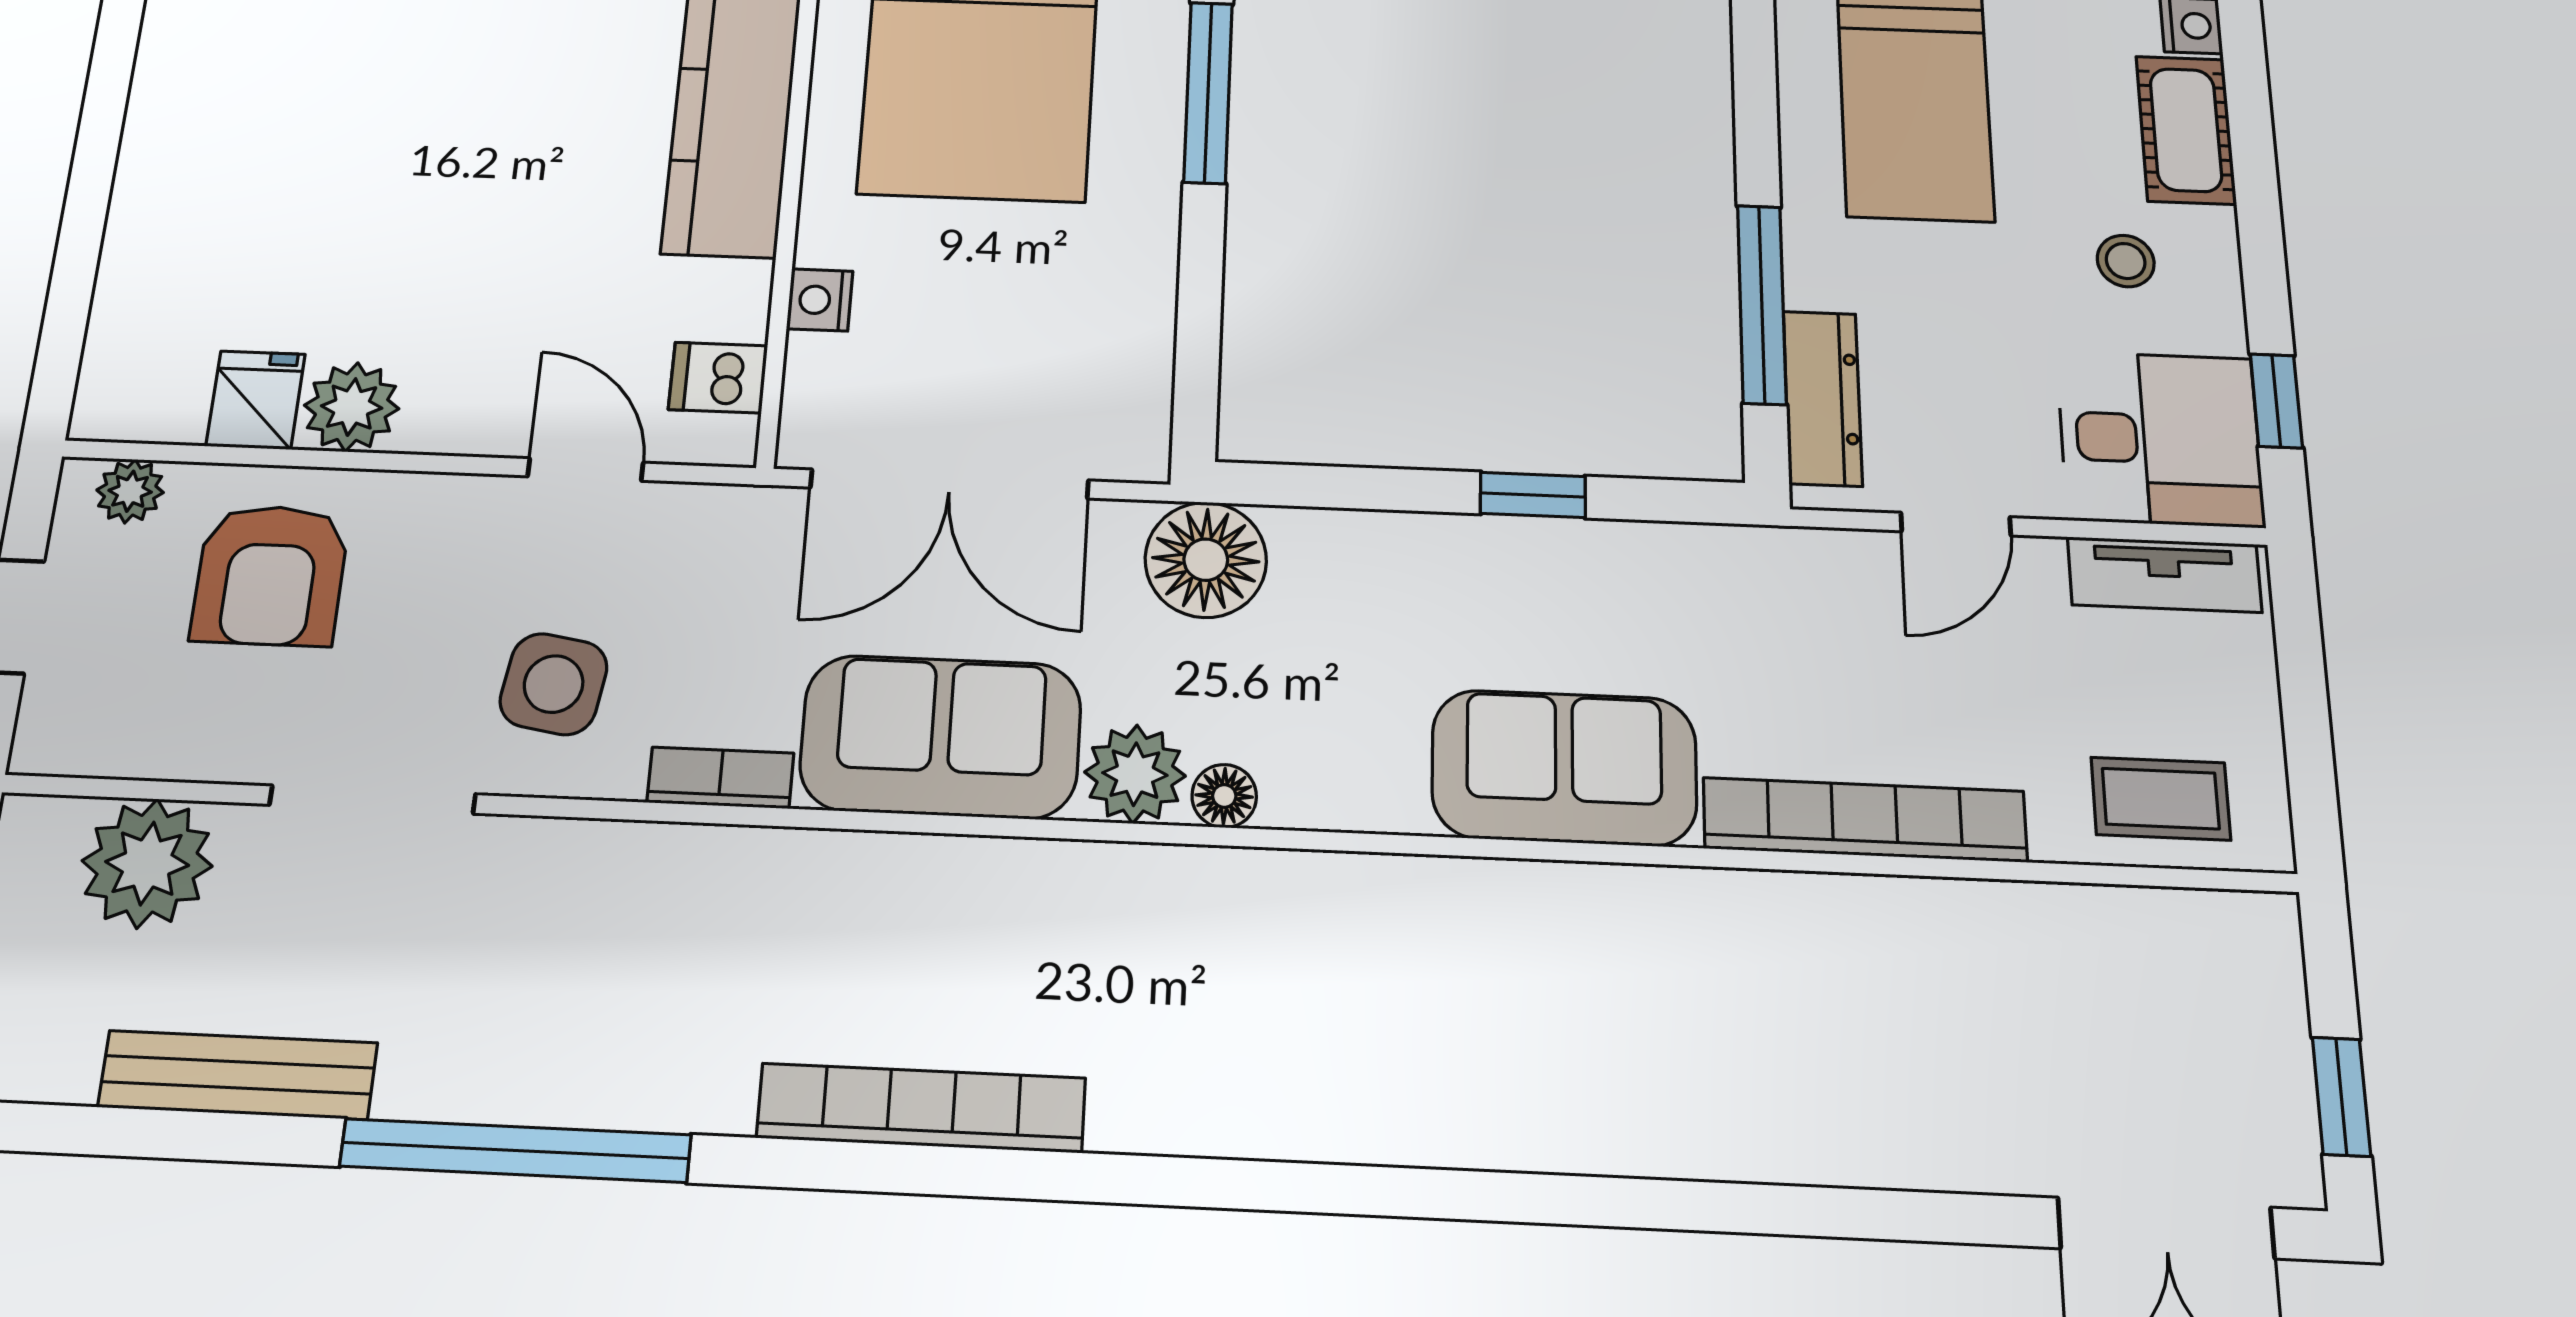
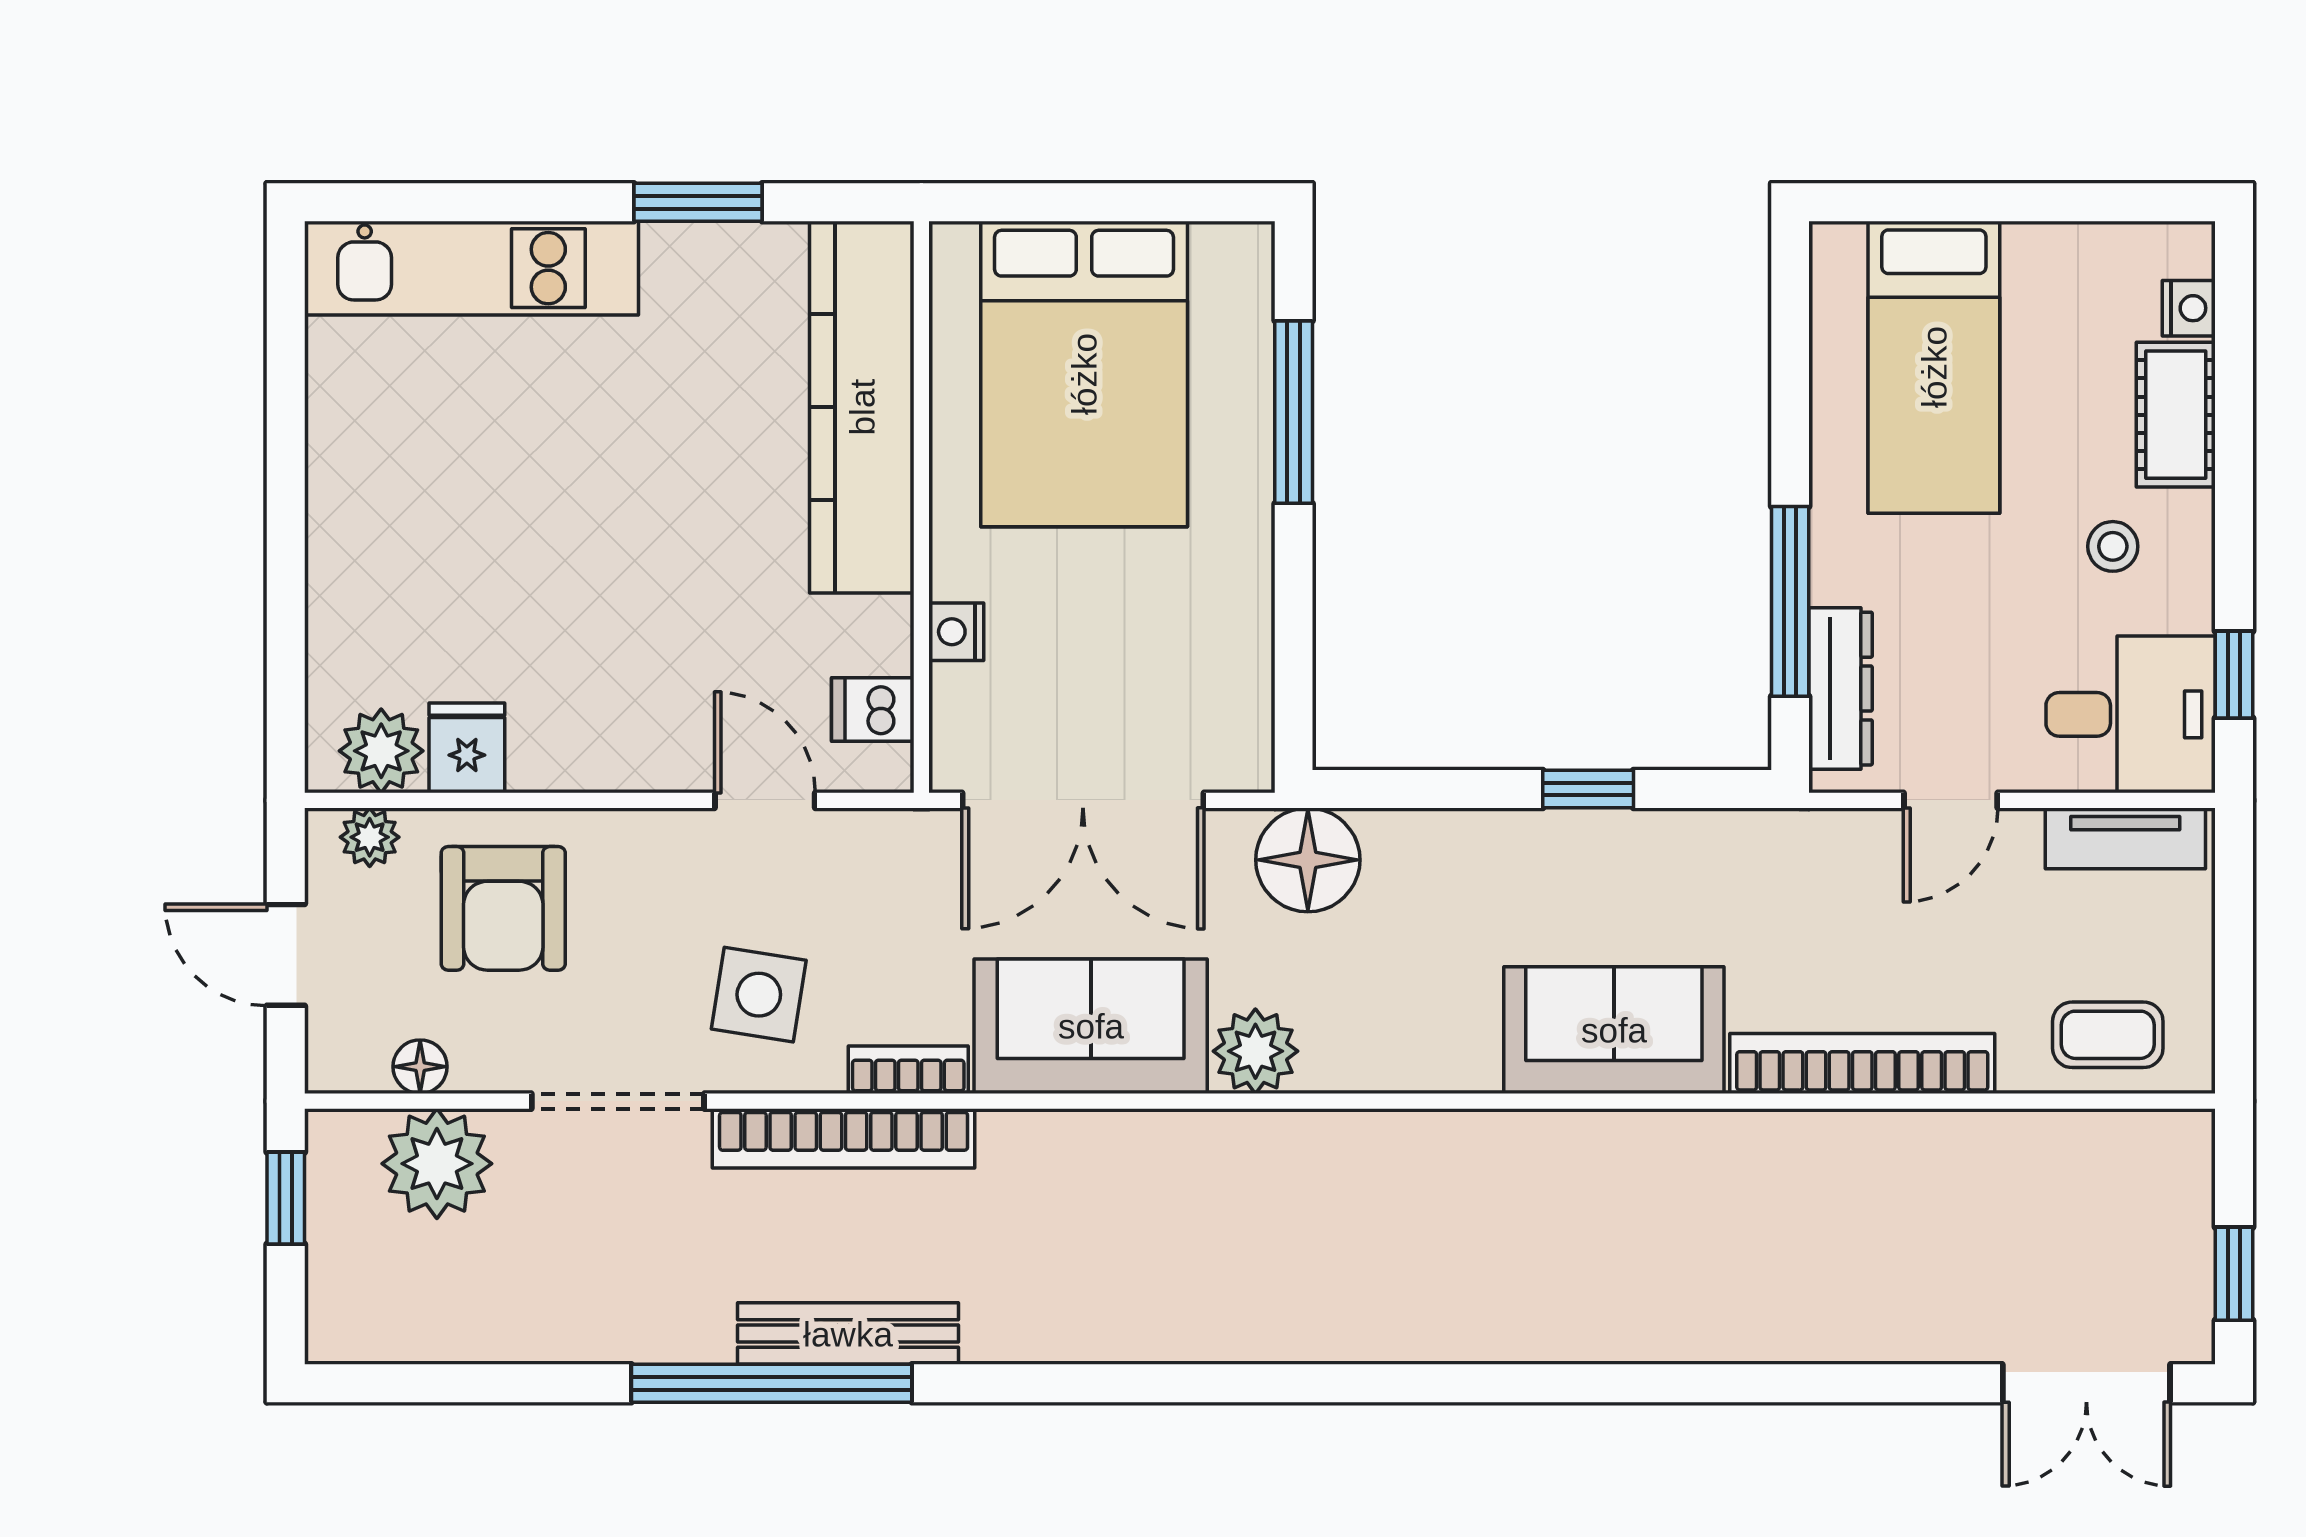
plant: (352, 407) -> (381, 751), moved
floor lamp: (1224, 796) -> (420, 1067), moved
bench: (238, 1075) -> (848, 1334), moved
bookcase: (921, 1108) -> (844, 1138), moved, turned 180

